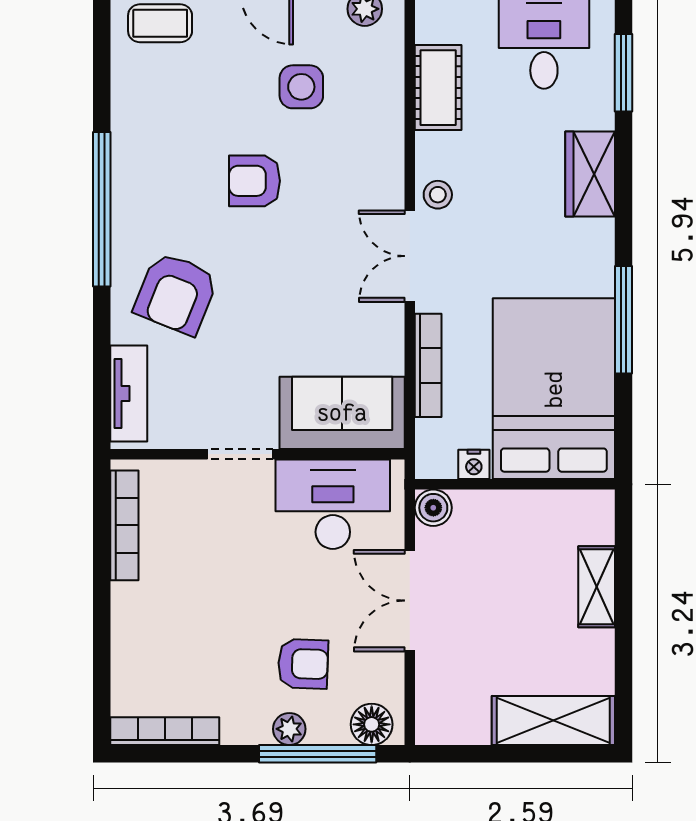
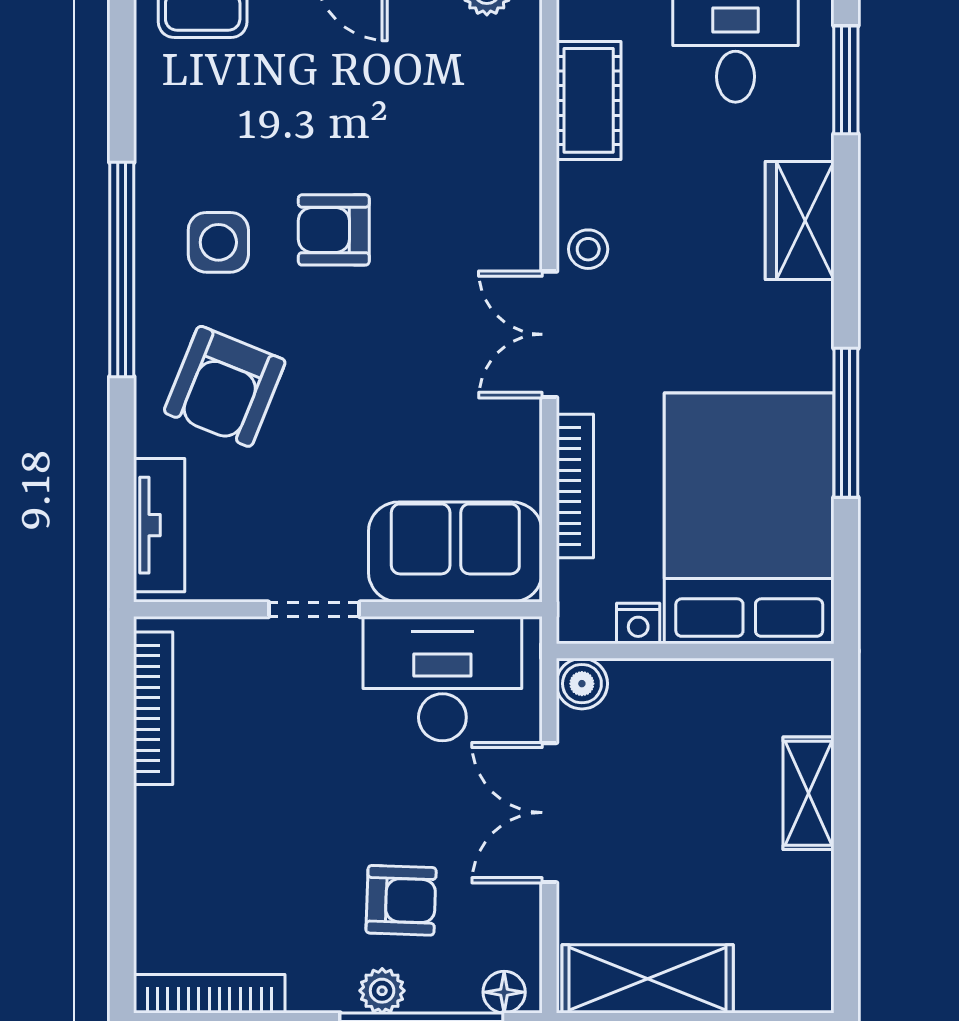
side table: (301, 87) -> (218, 242), moved
shelving: (553, 720) -> (648, 979), moved
floor lamp: (372, 724) -> (504, 992), width x0.73, depth x0.73

